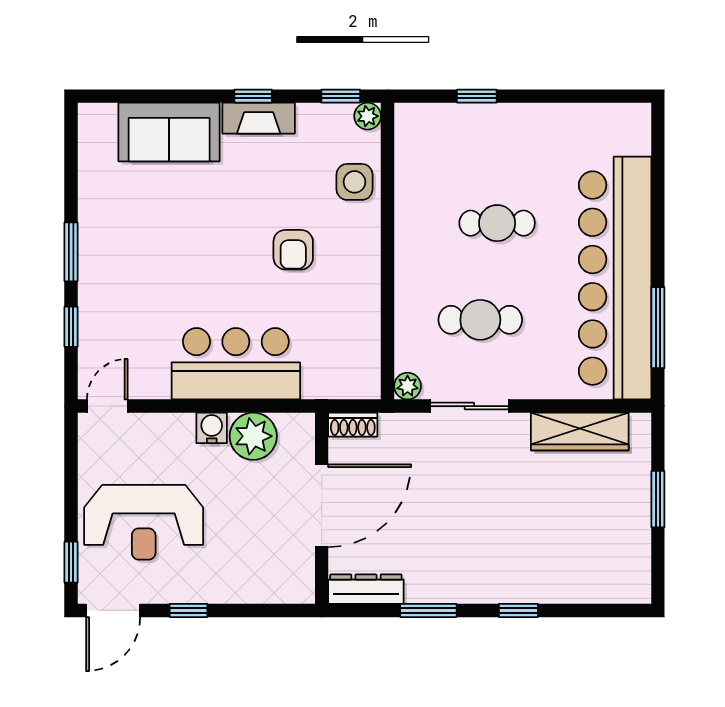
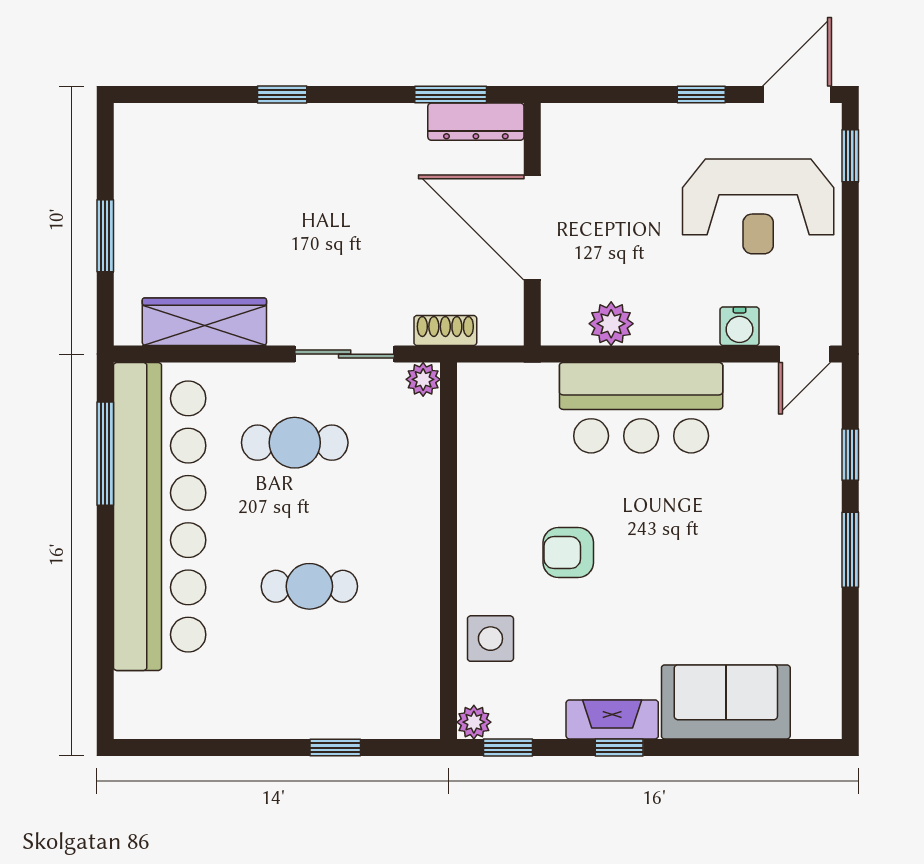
armchair: (293, 250) -> (568, 553), turned -90
cafe table: (480, 320) -> (295, 443), moved
shoe rack: (353, 425) -> (445, 330), moved
water cooler: (212, 428) -> (740, 326), moved
plant: (253, 436) -> (611, 324), width x0.73, depth x0.73
door: (322, 506) -> (532, 228), hinge flipped
reception desk: (144, 522) -> (758, 206), turned 180
window: (428, 610) -> (451, 95), moved

